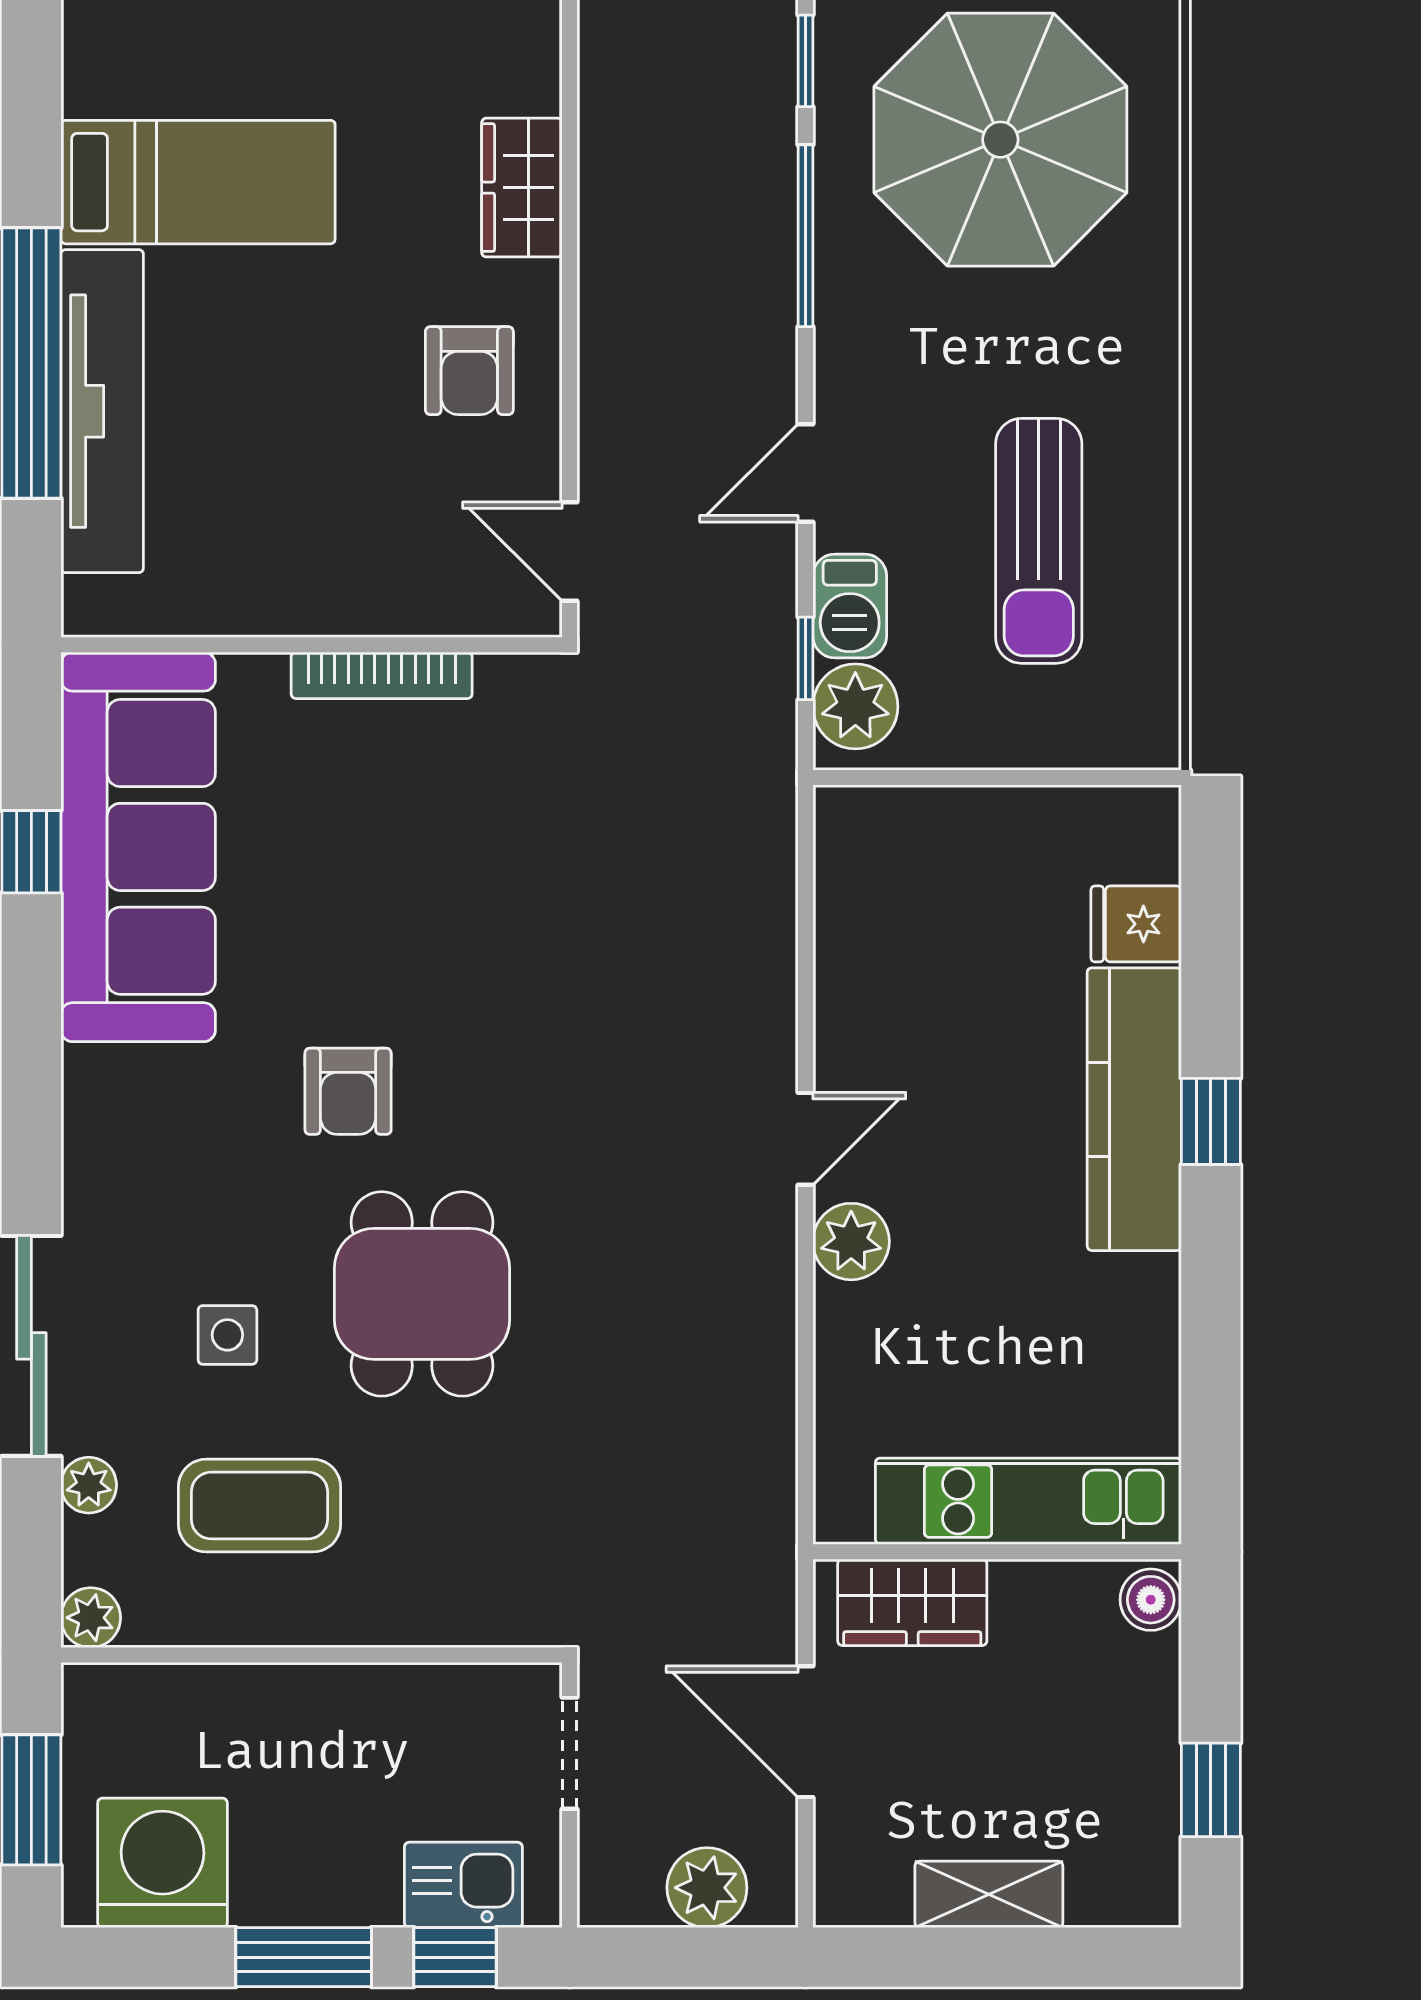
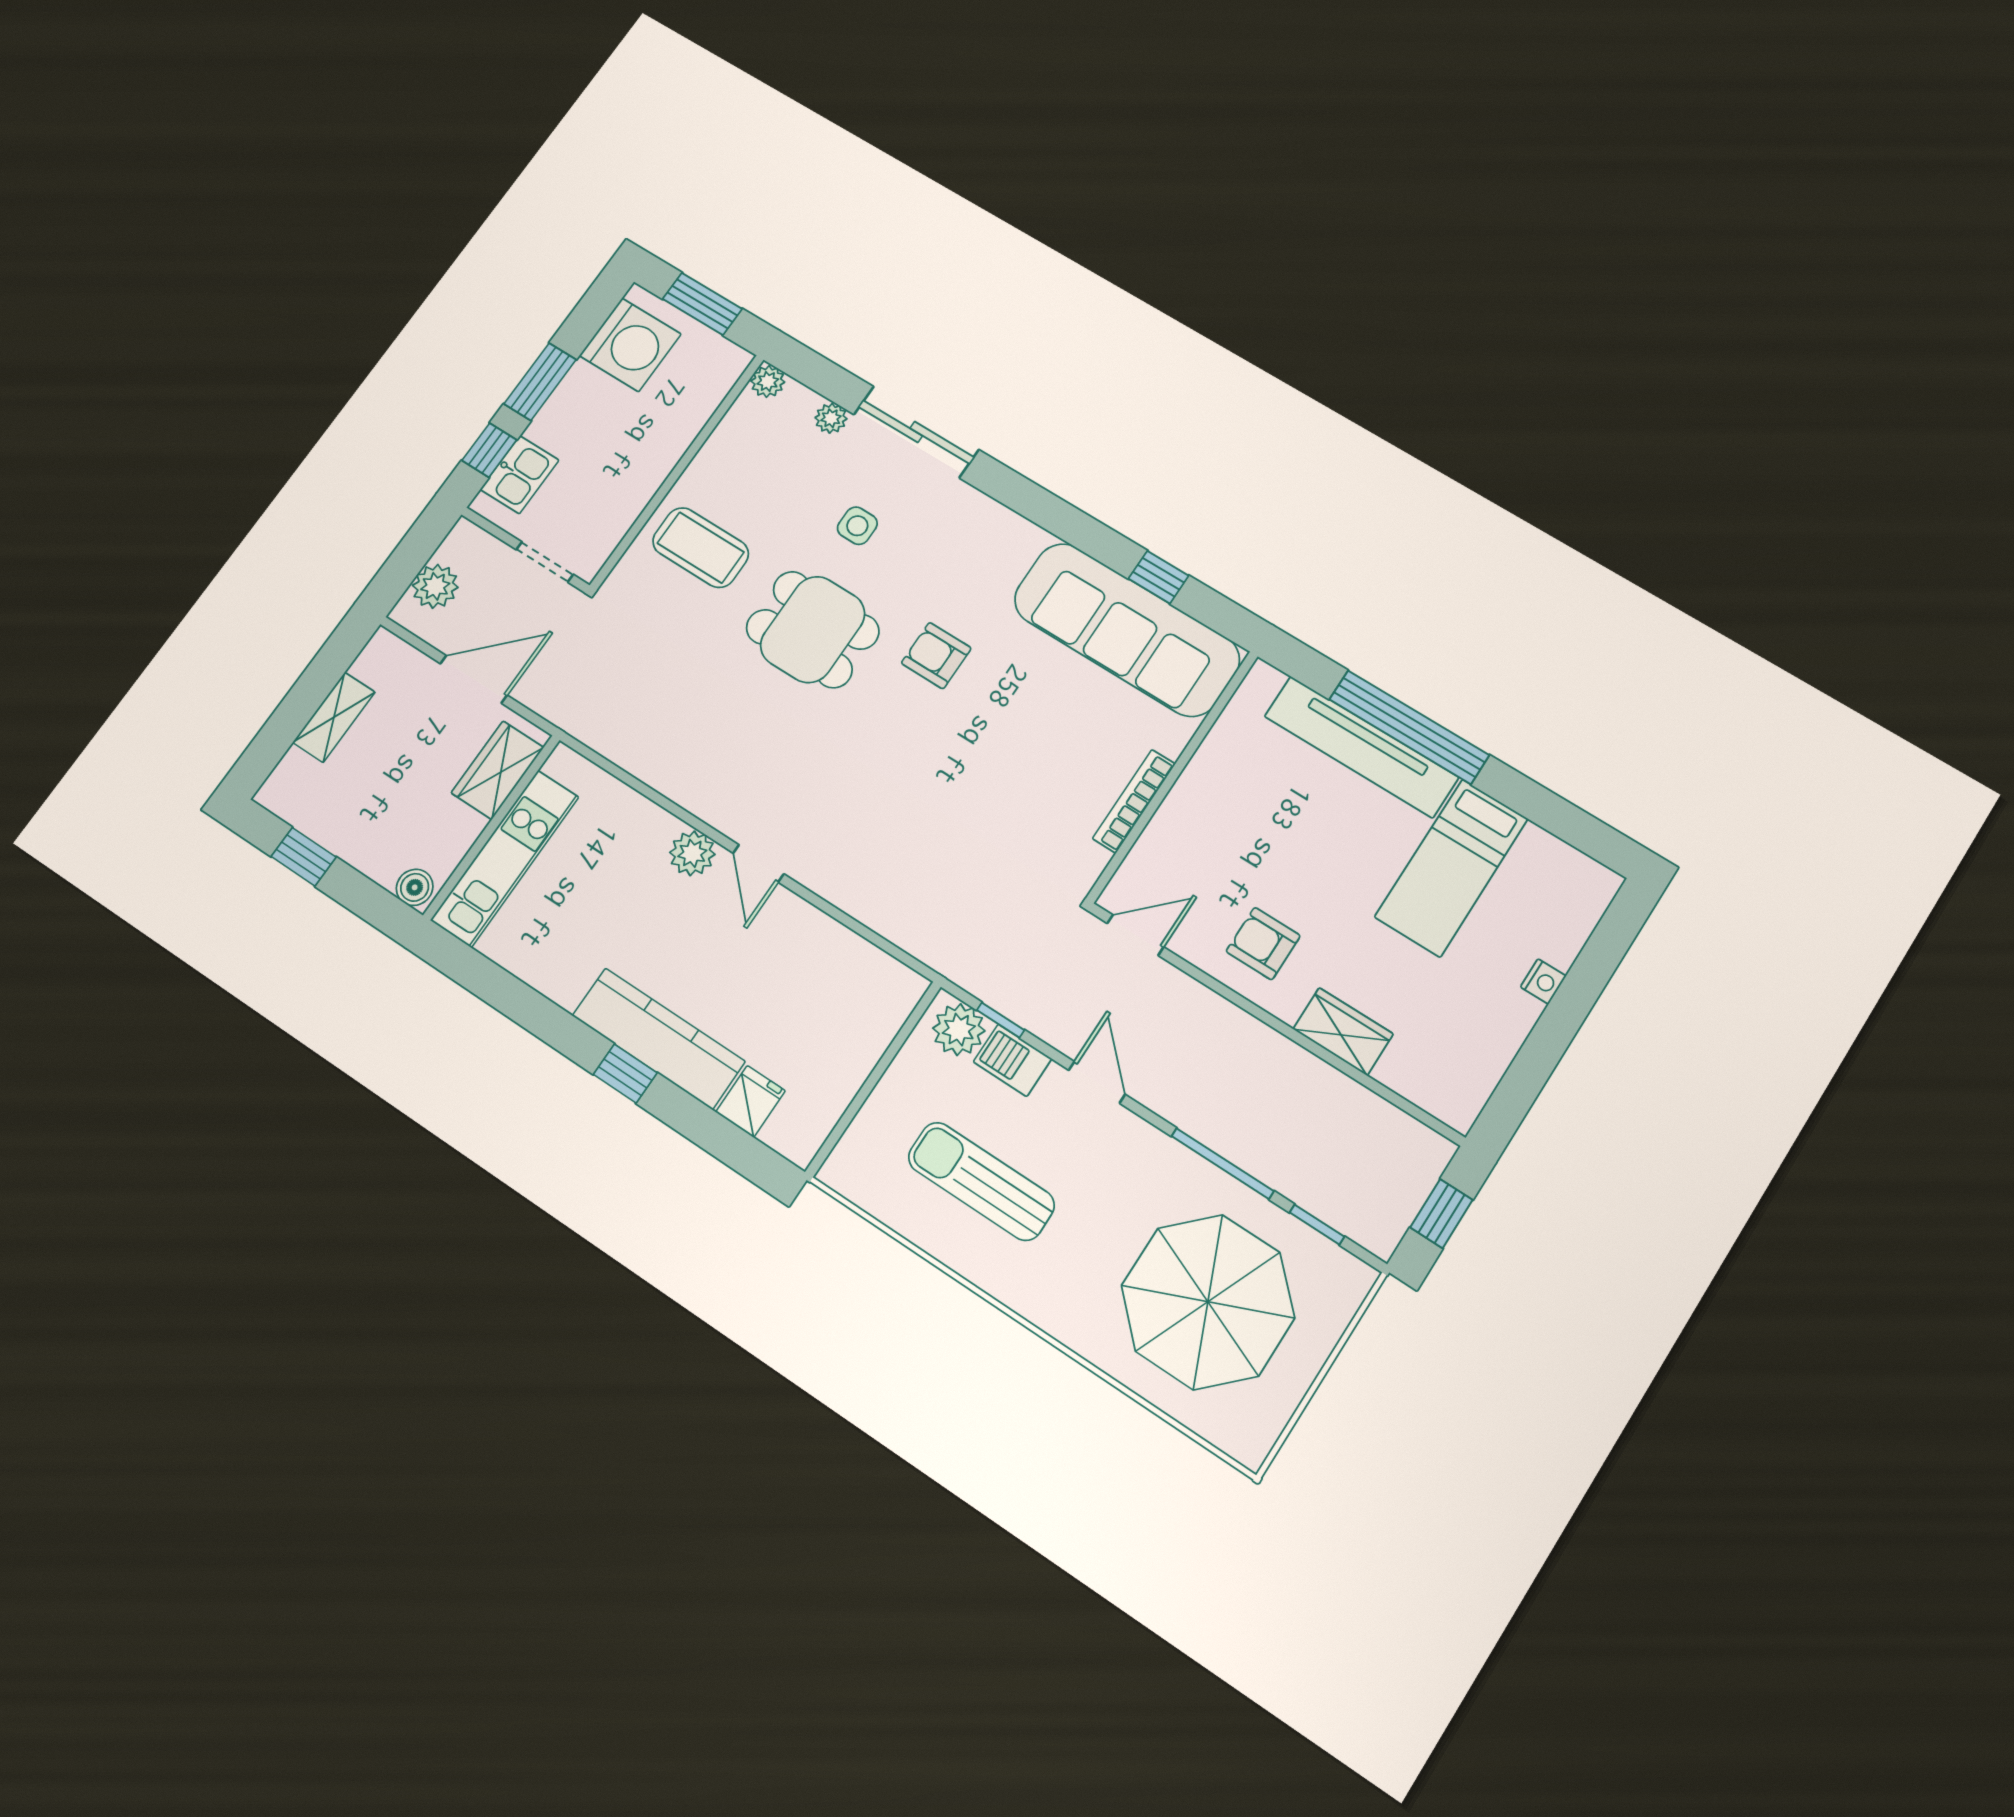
coffee table: (259, 1506) -> (701, 548), moved, turned 90

